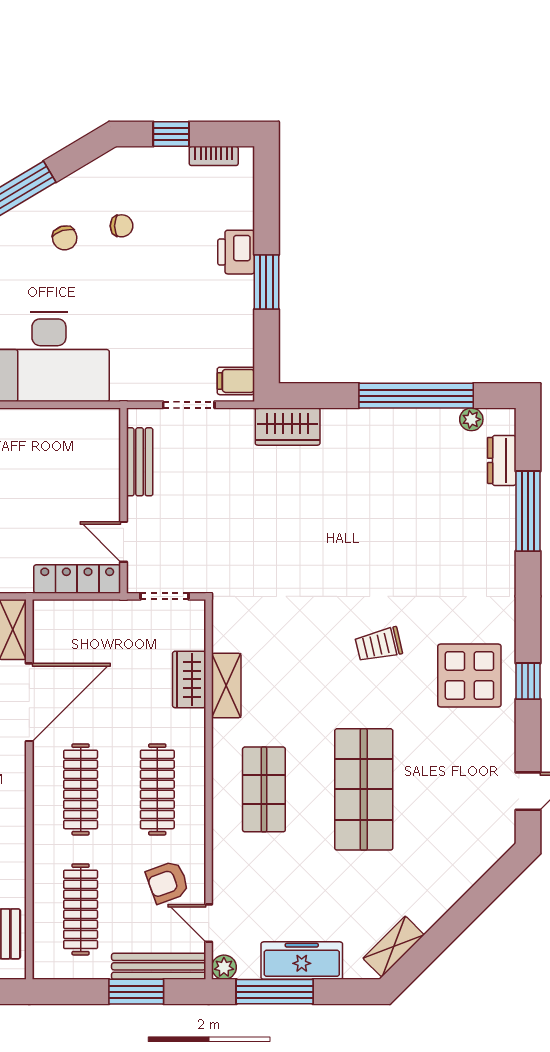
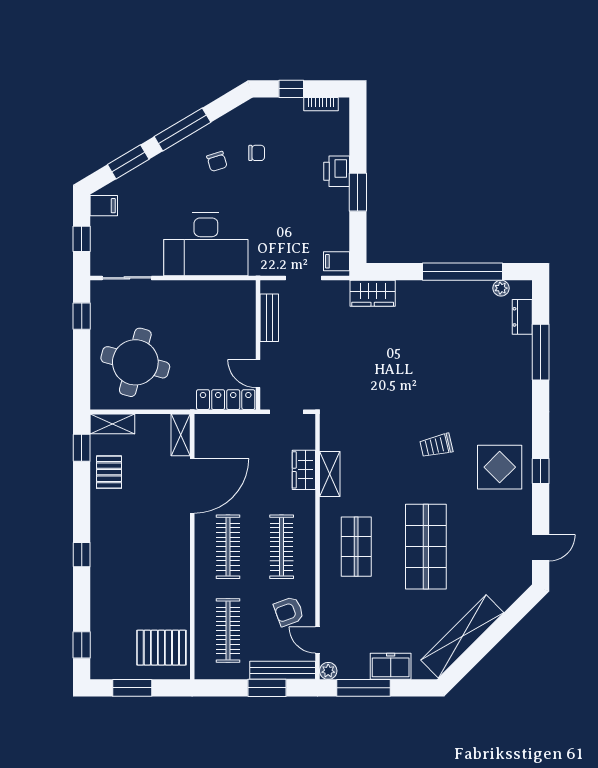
shelving: (394, 947) -> (462, 636), width x2.20, depth x1.33
freezer: (302, 961) -> (391, 666), width x0.71

